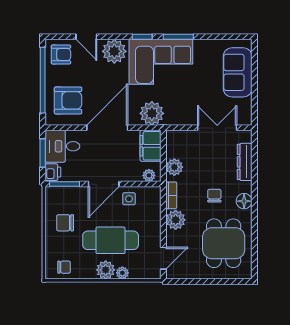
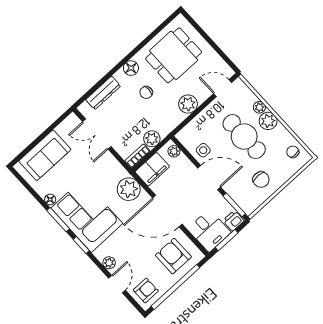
floor lamp: (200, 45) -> (50, 199), added
plant: (114, 51) -> (109, 263), width x0.53, depth x0.53
armchair: (61, 54) -> (146, 290), turned 90
bookcase: (171, 195) -> (137, 156), moved

